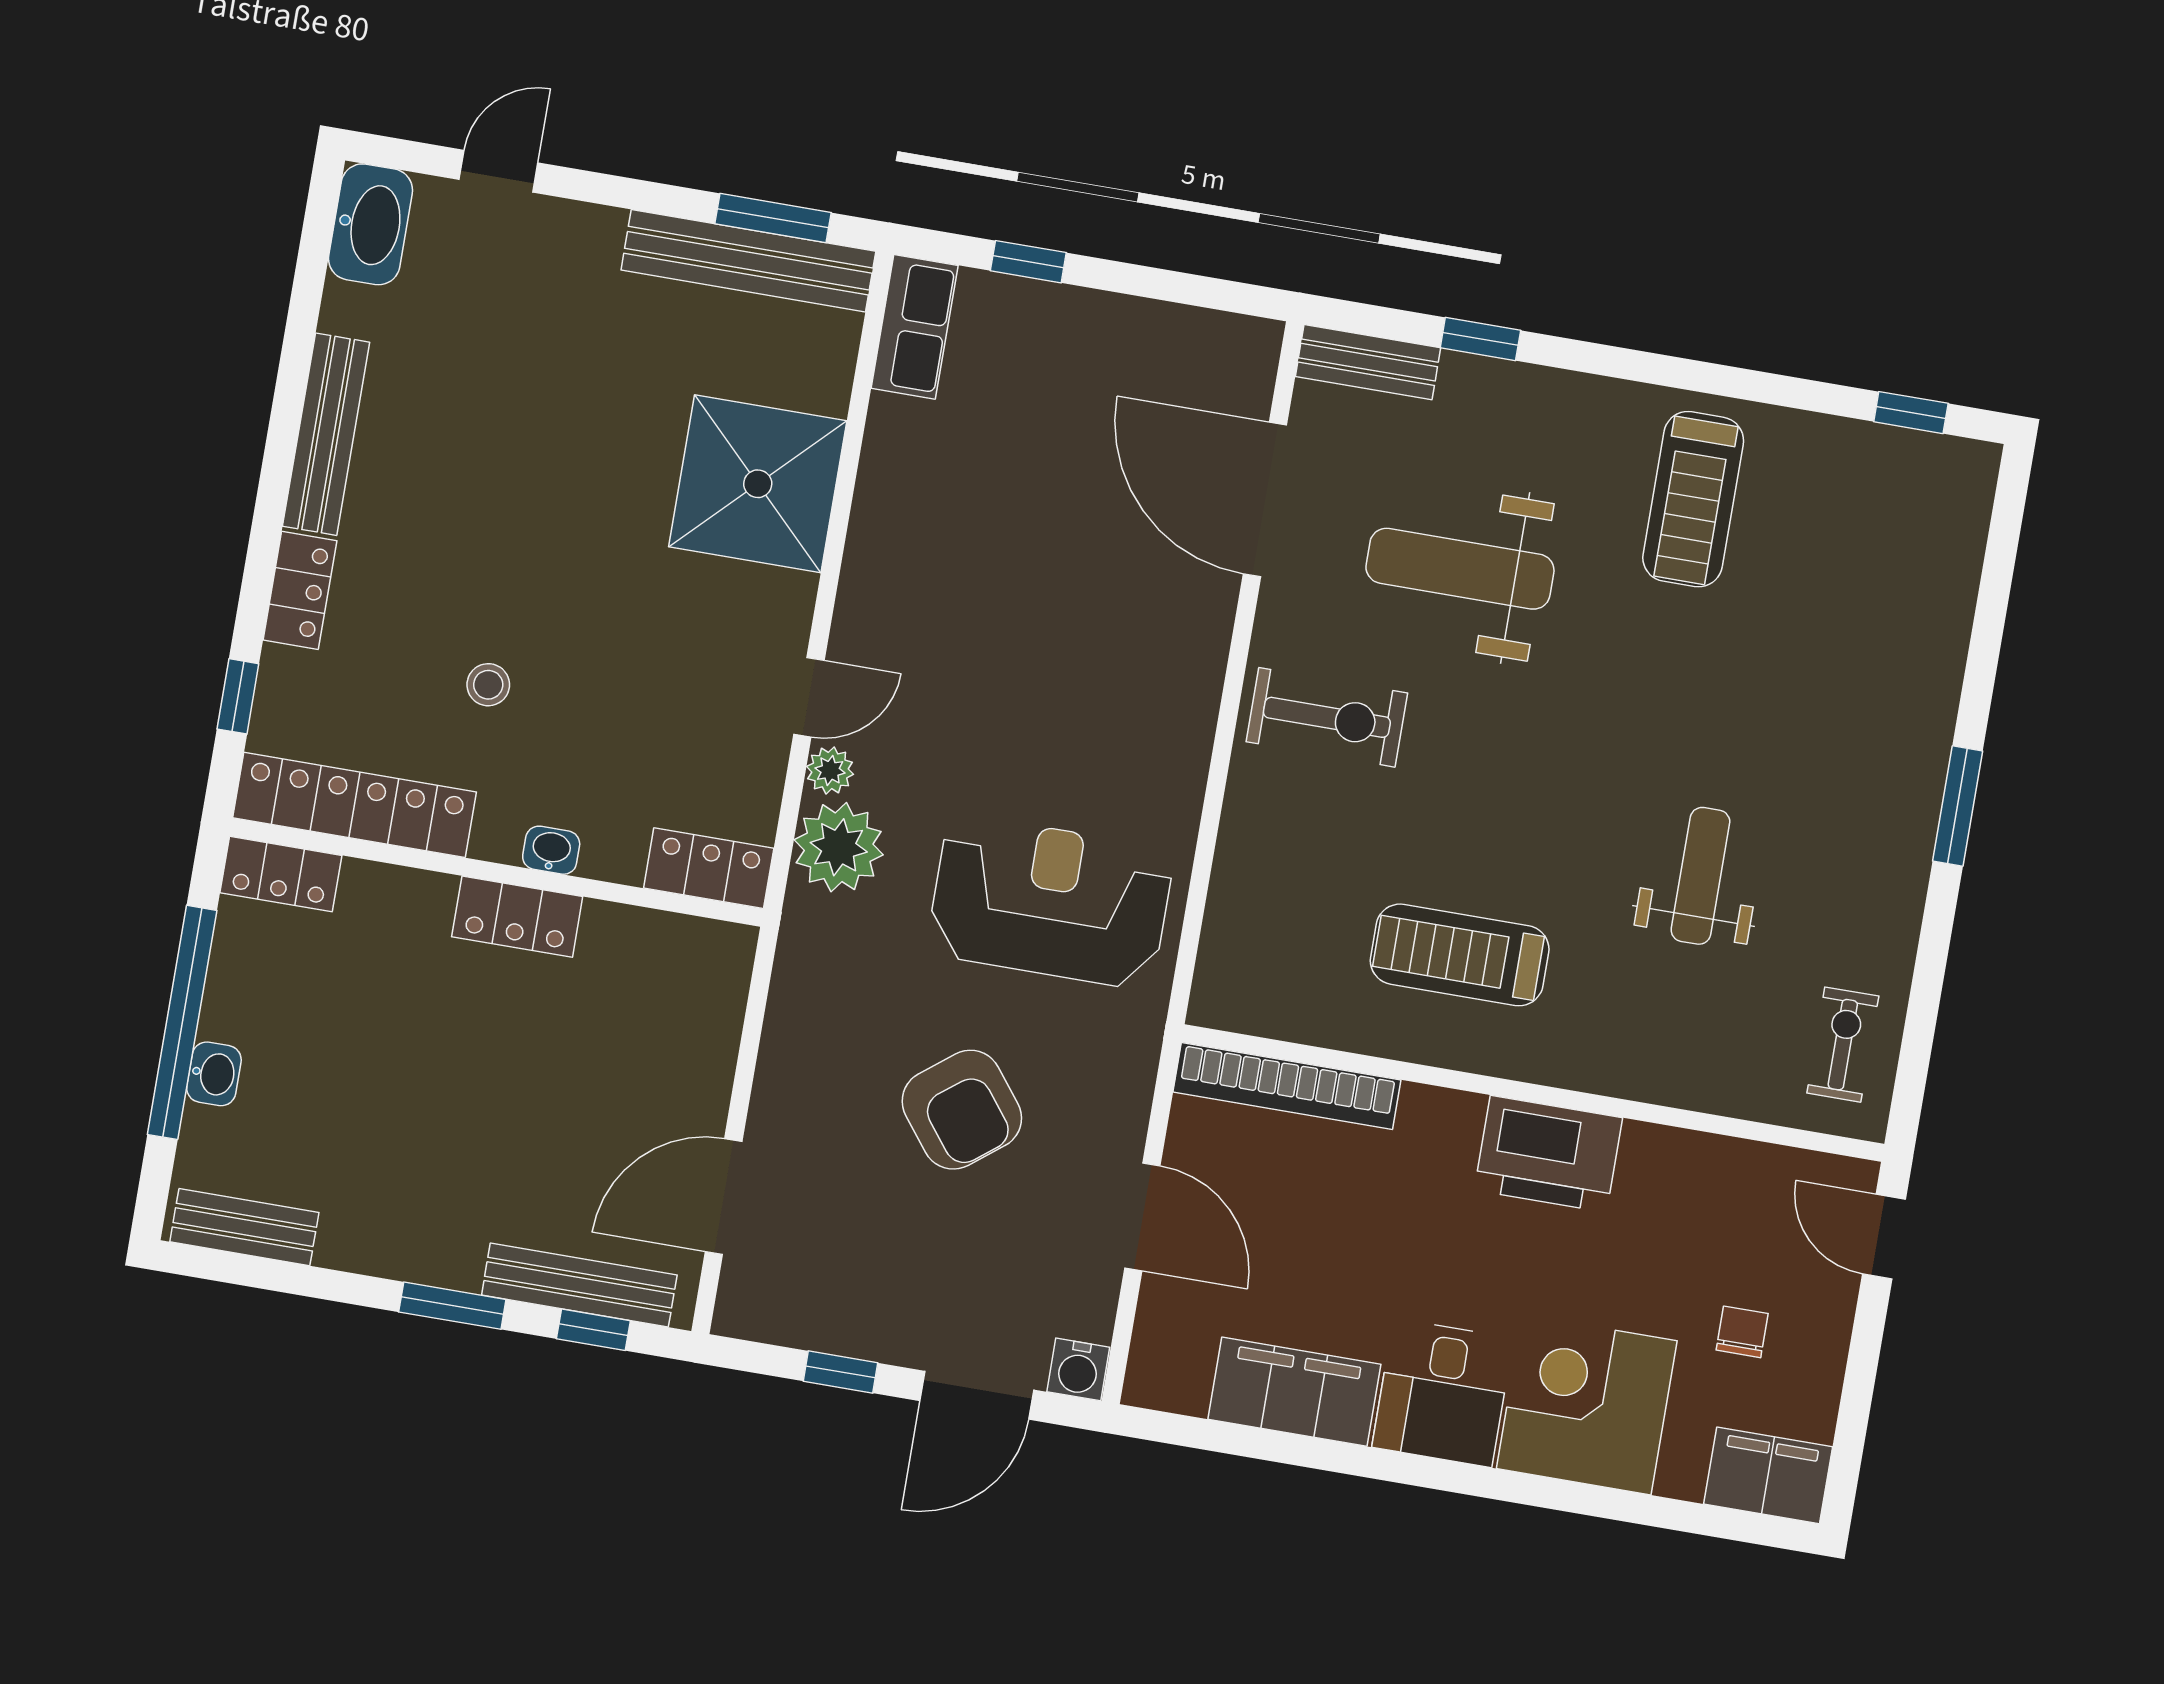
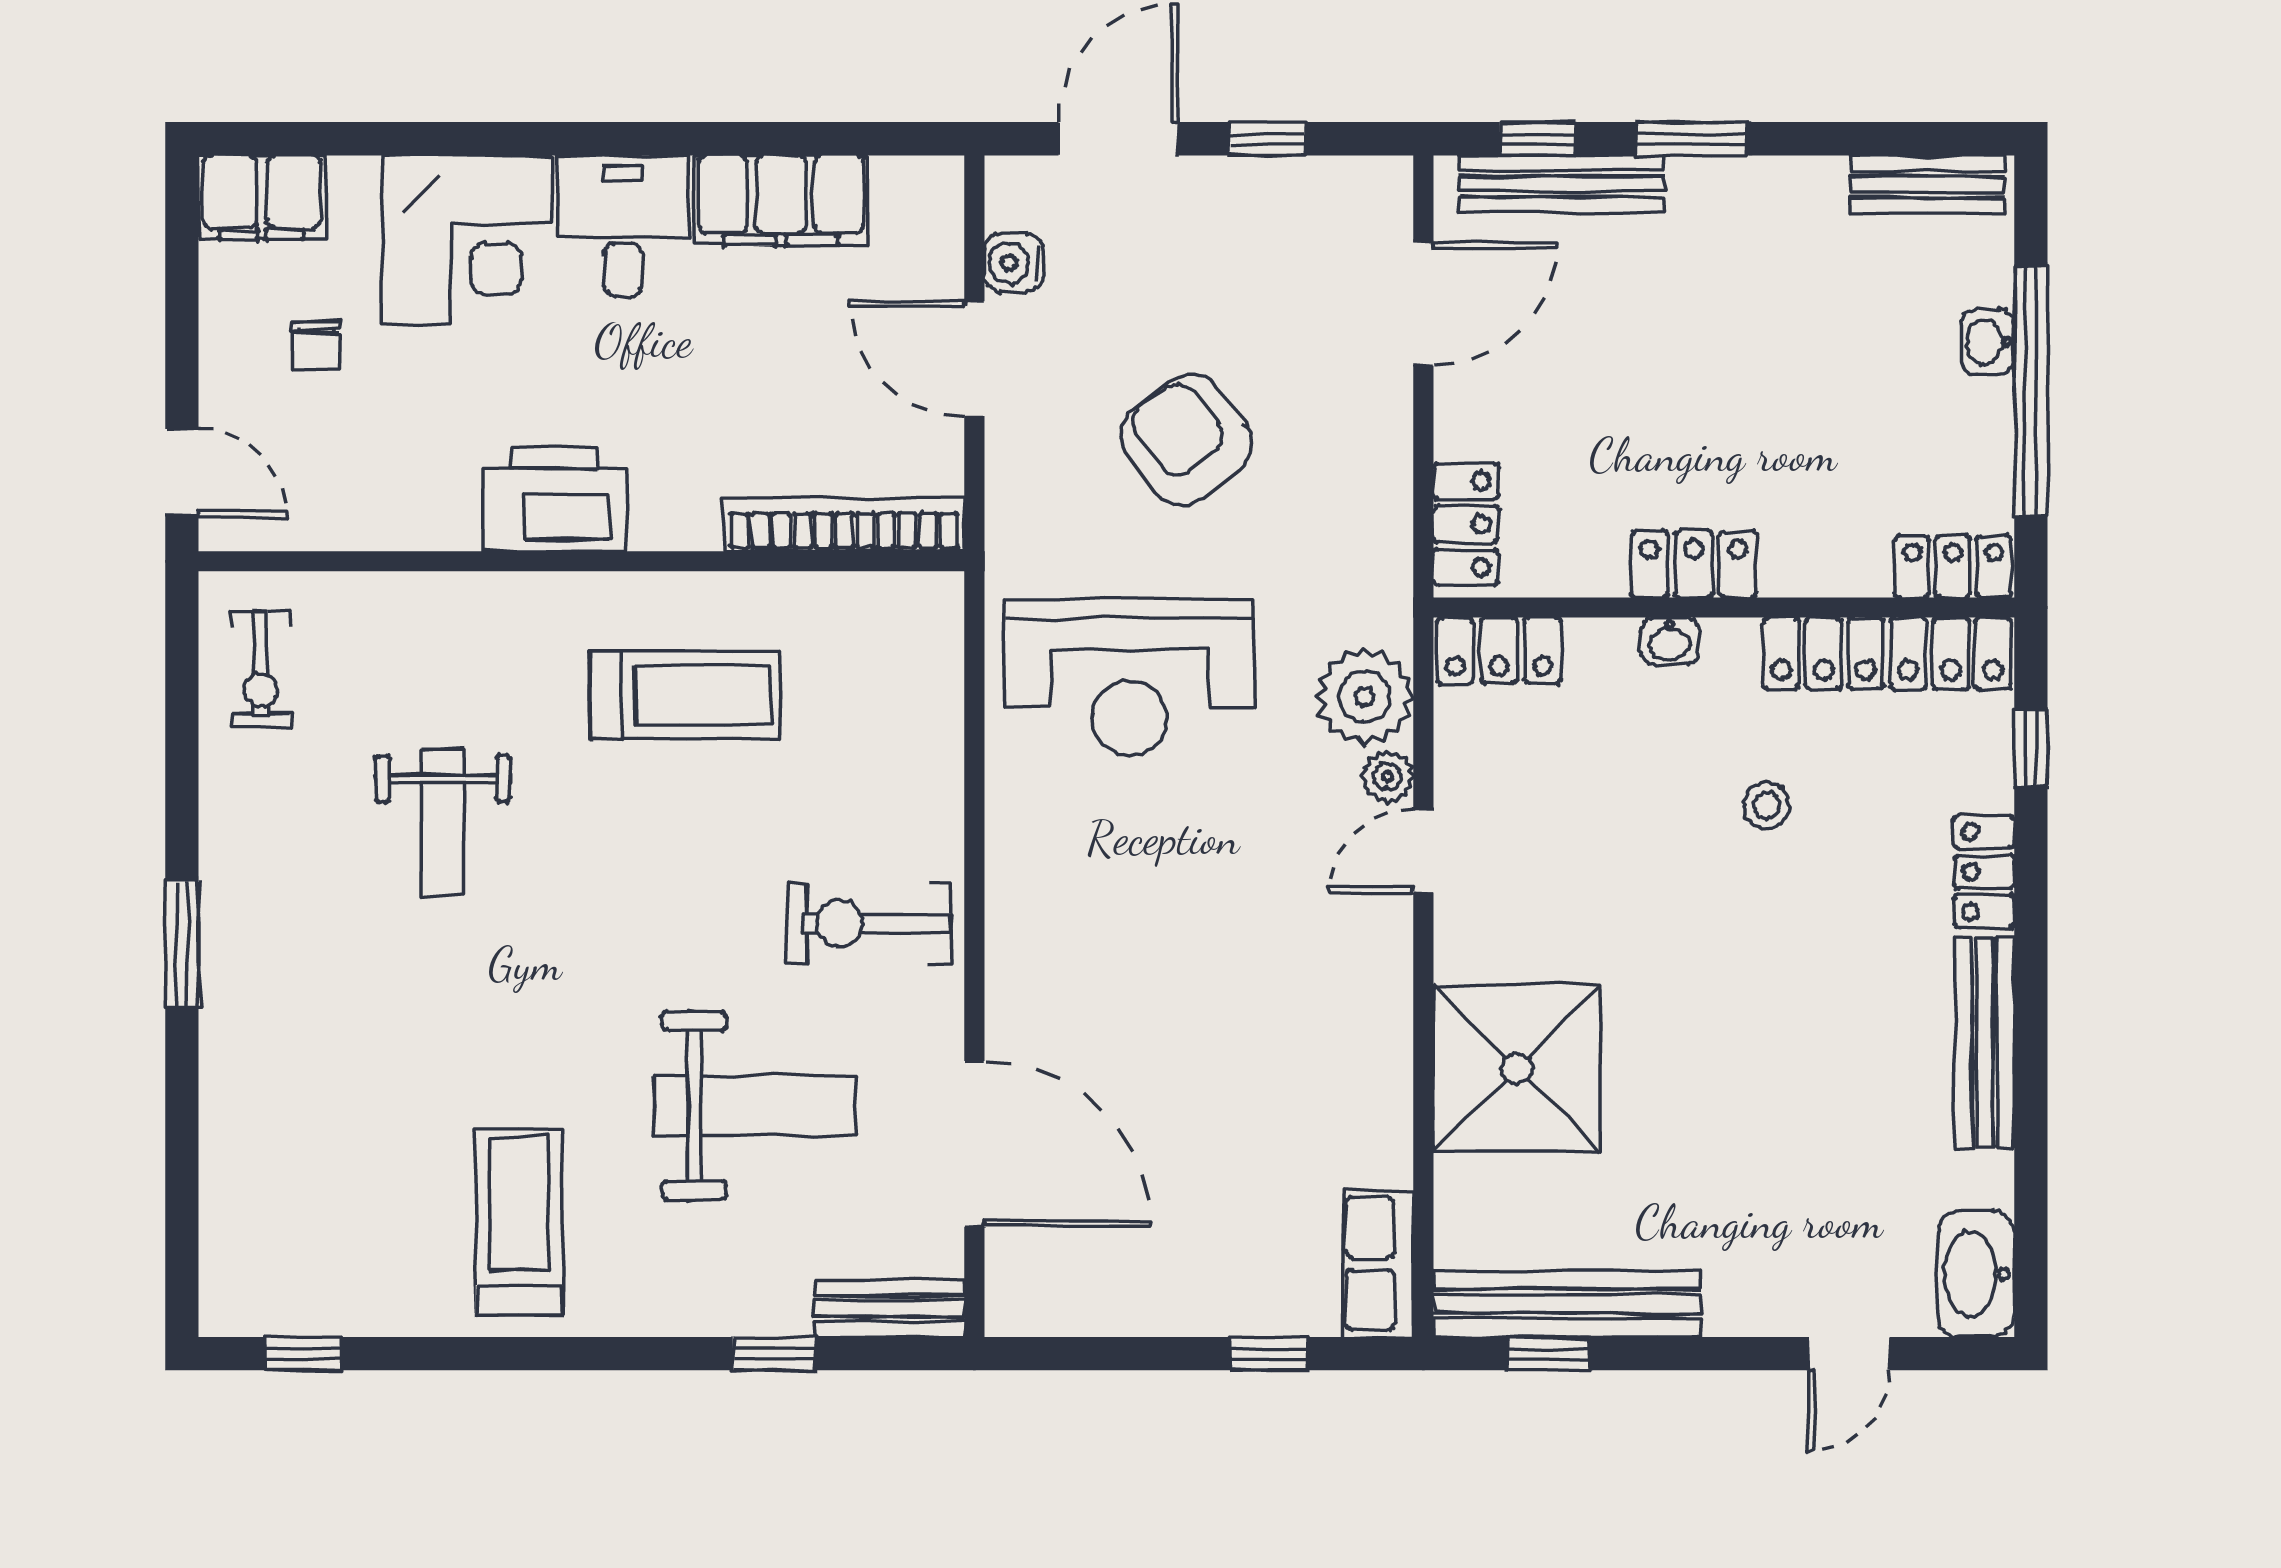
window: (773, 218) -> (1549, 1354), width x0.67
locker: (719, 989) -> (1466, 524), added
water cooler: (1078, 1369) -> (1014, 263), moved, turned -90

